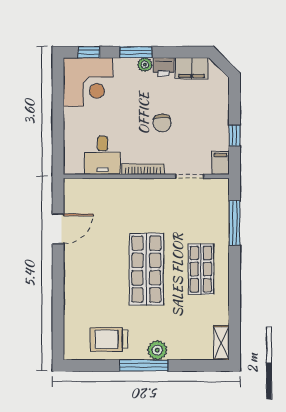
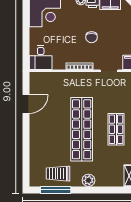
desk: (103, 155) -> (41, 58), moved
shop shelf: (146, 269) -> (82, 129), width x1.40
window: (144, 365) -> (56, 190), moved

